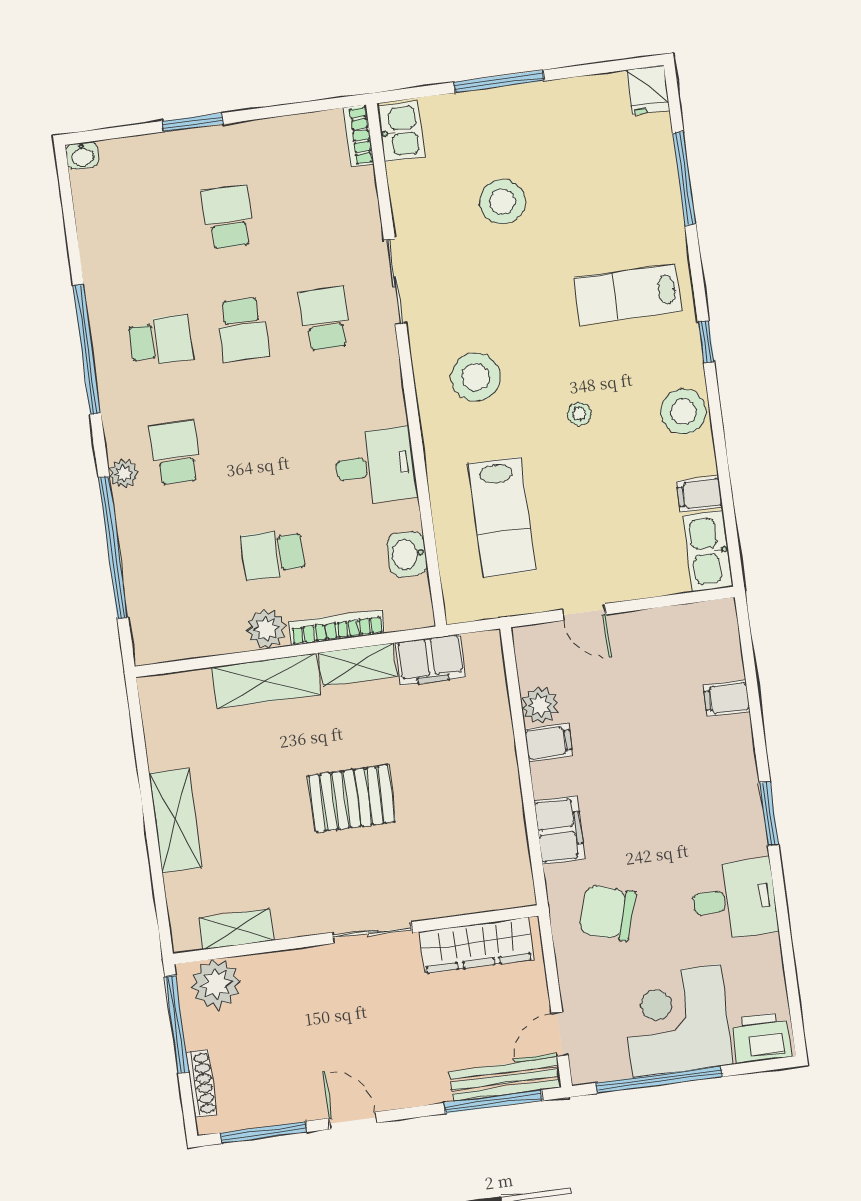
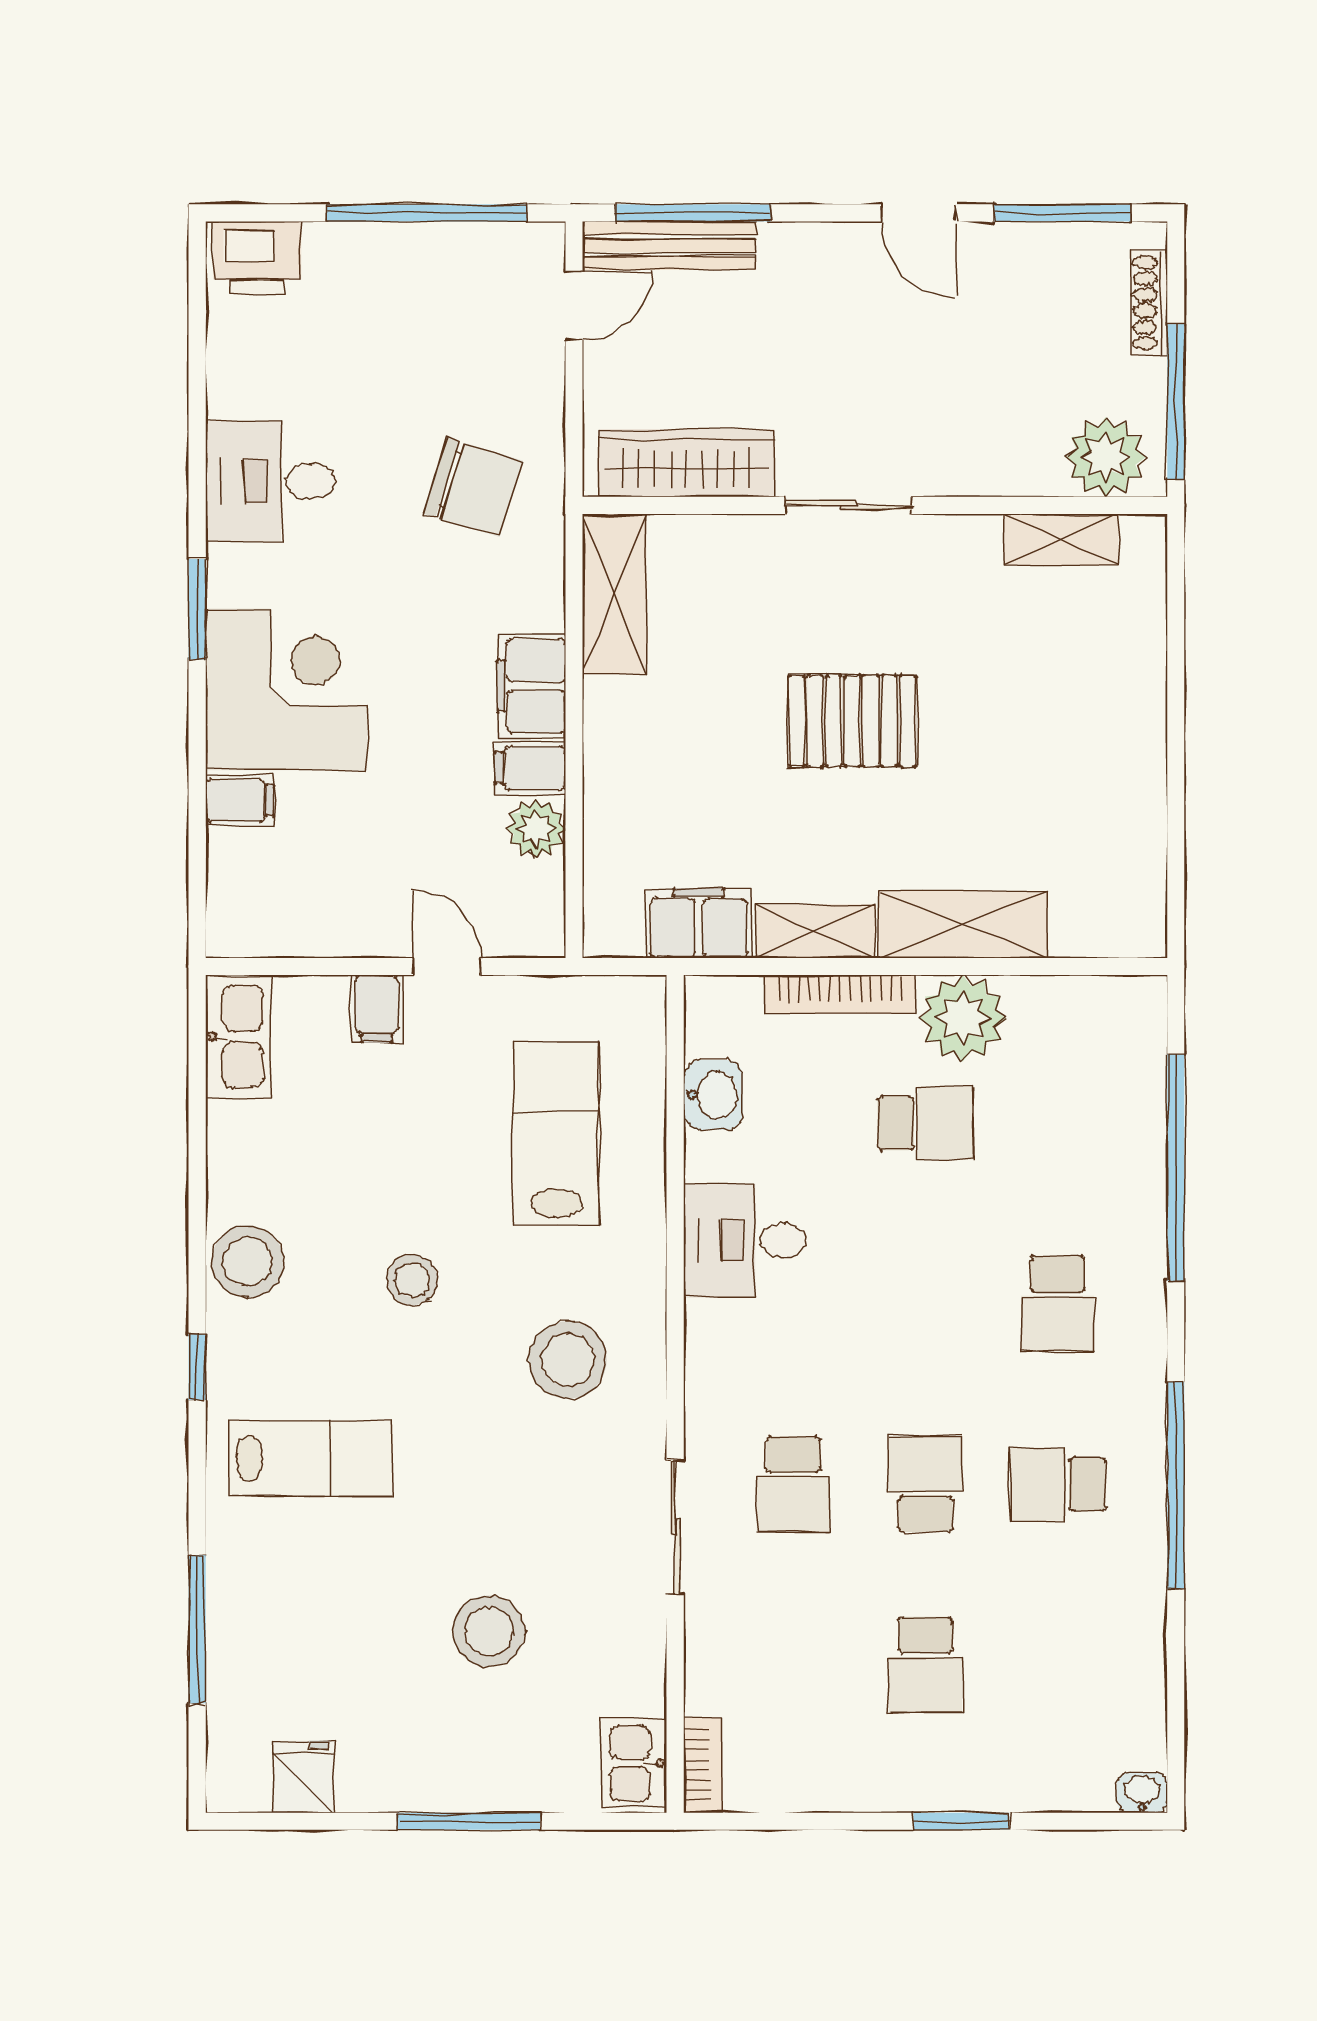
fridge: (648, 90) -> (303, 1777), moved
stool: (579, 414) -> (412, 1280), width x1.37, depth x1.37
plant: (123, 474) -> (1144, 1282), removed
filing cabinet: (700, 494) -> (377, 1009), moved, turned 90
plant: (266, 629) -> (963, 1018), width x1.36, depth x1.36
shelving: (175, 820) -> (614, 594), moved
filing cabinet: (559, 830) -> (531, 686), moved
corner desk: (677, 1021) -> (286, 689), moved, turned -90

